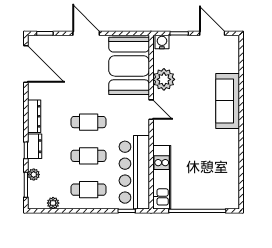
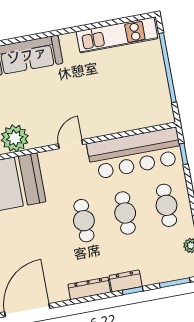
door: (151, 110) -> (70, 144), moved
plant: (34, 175) -> (160, 276), removed
kitchen unit: (162, 177) -> (117, 35), moved, turned 180

